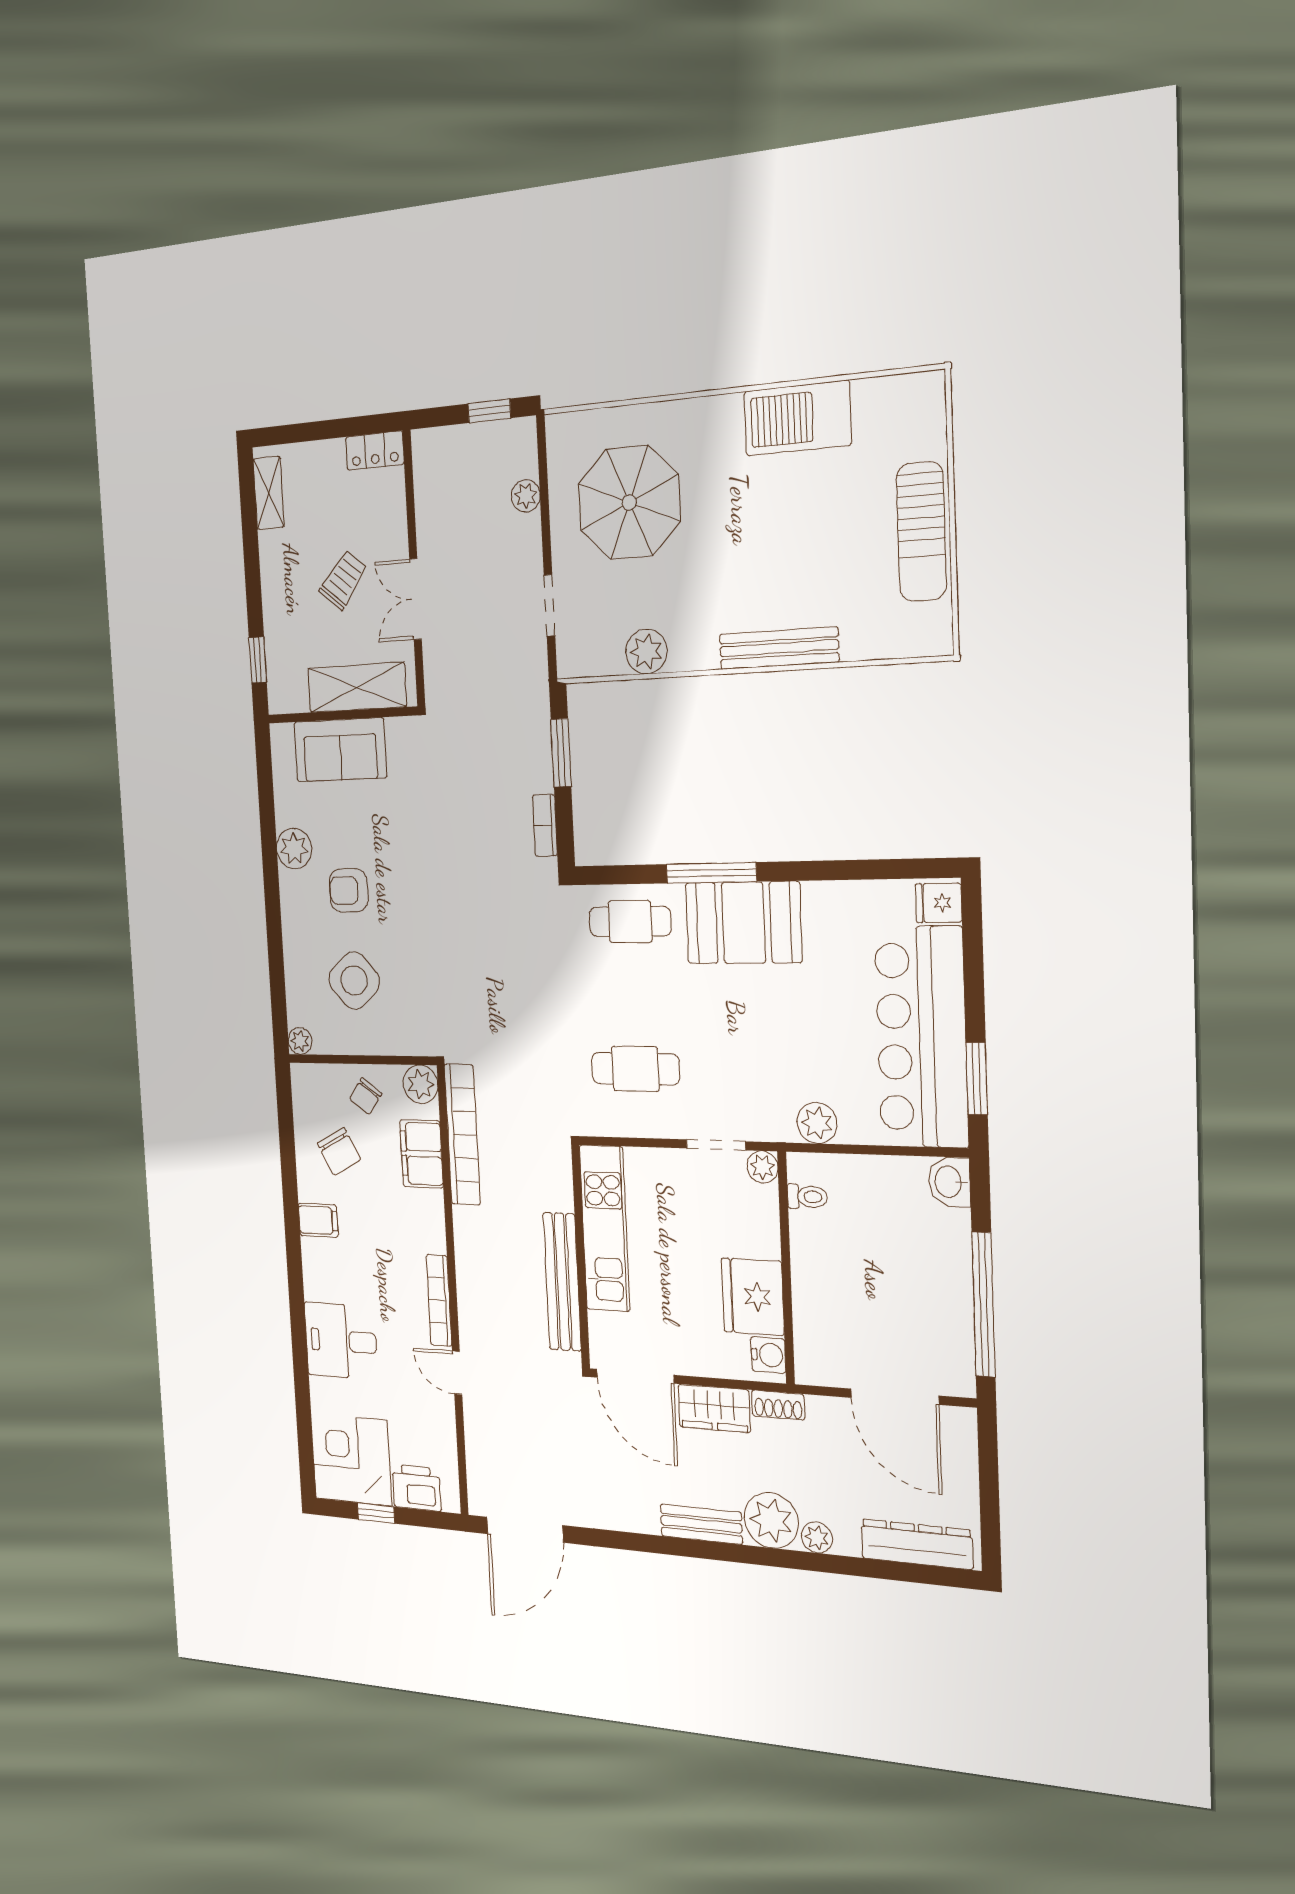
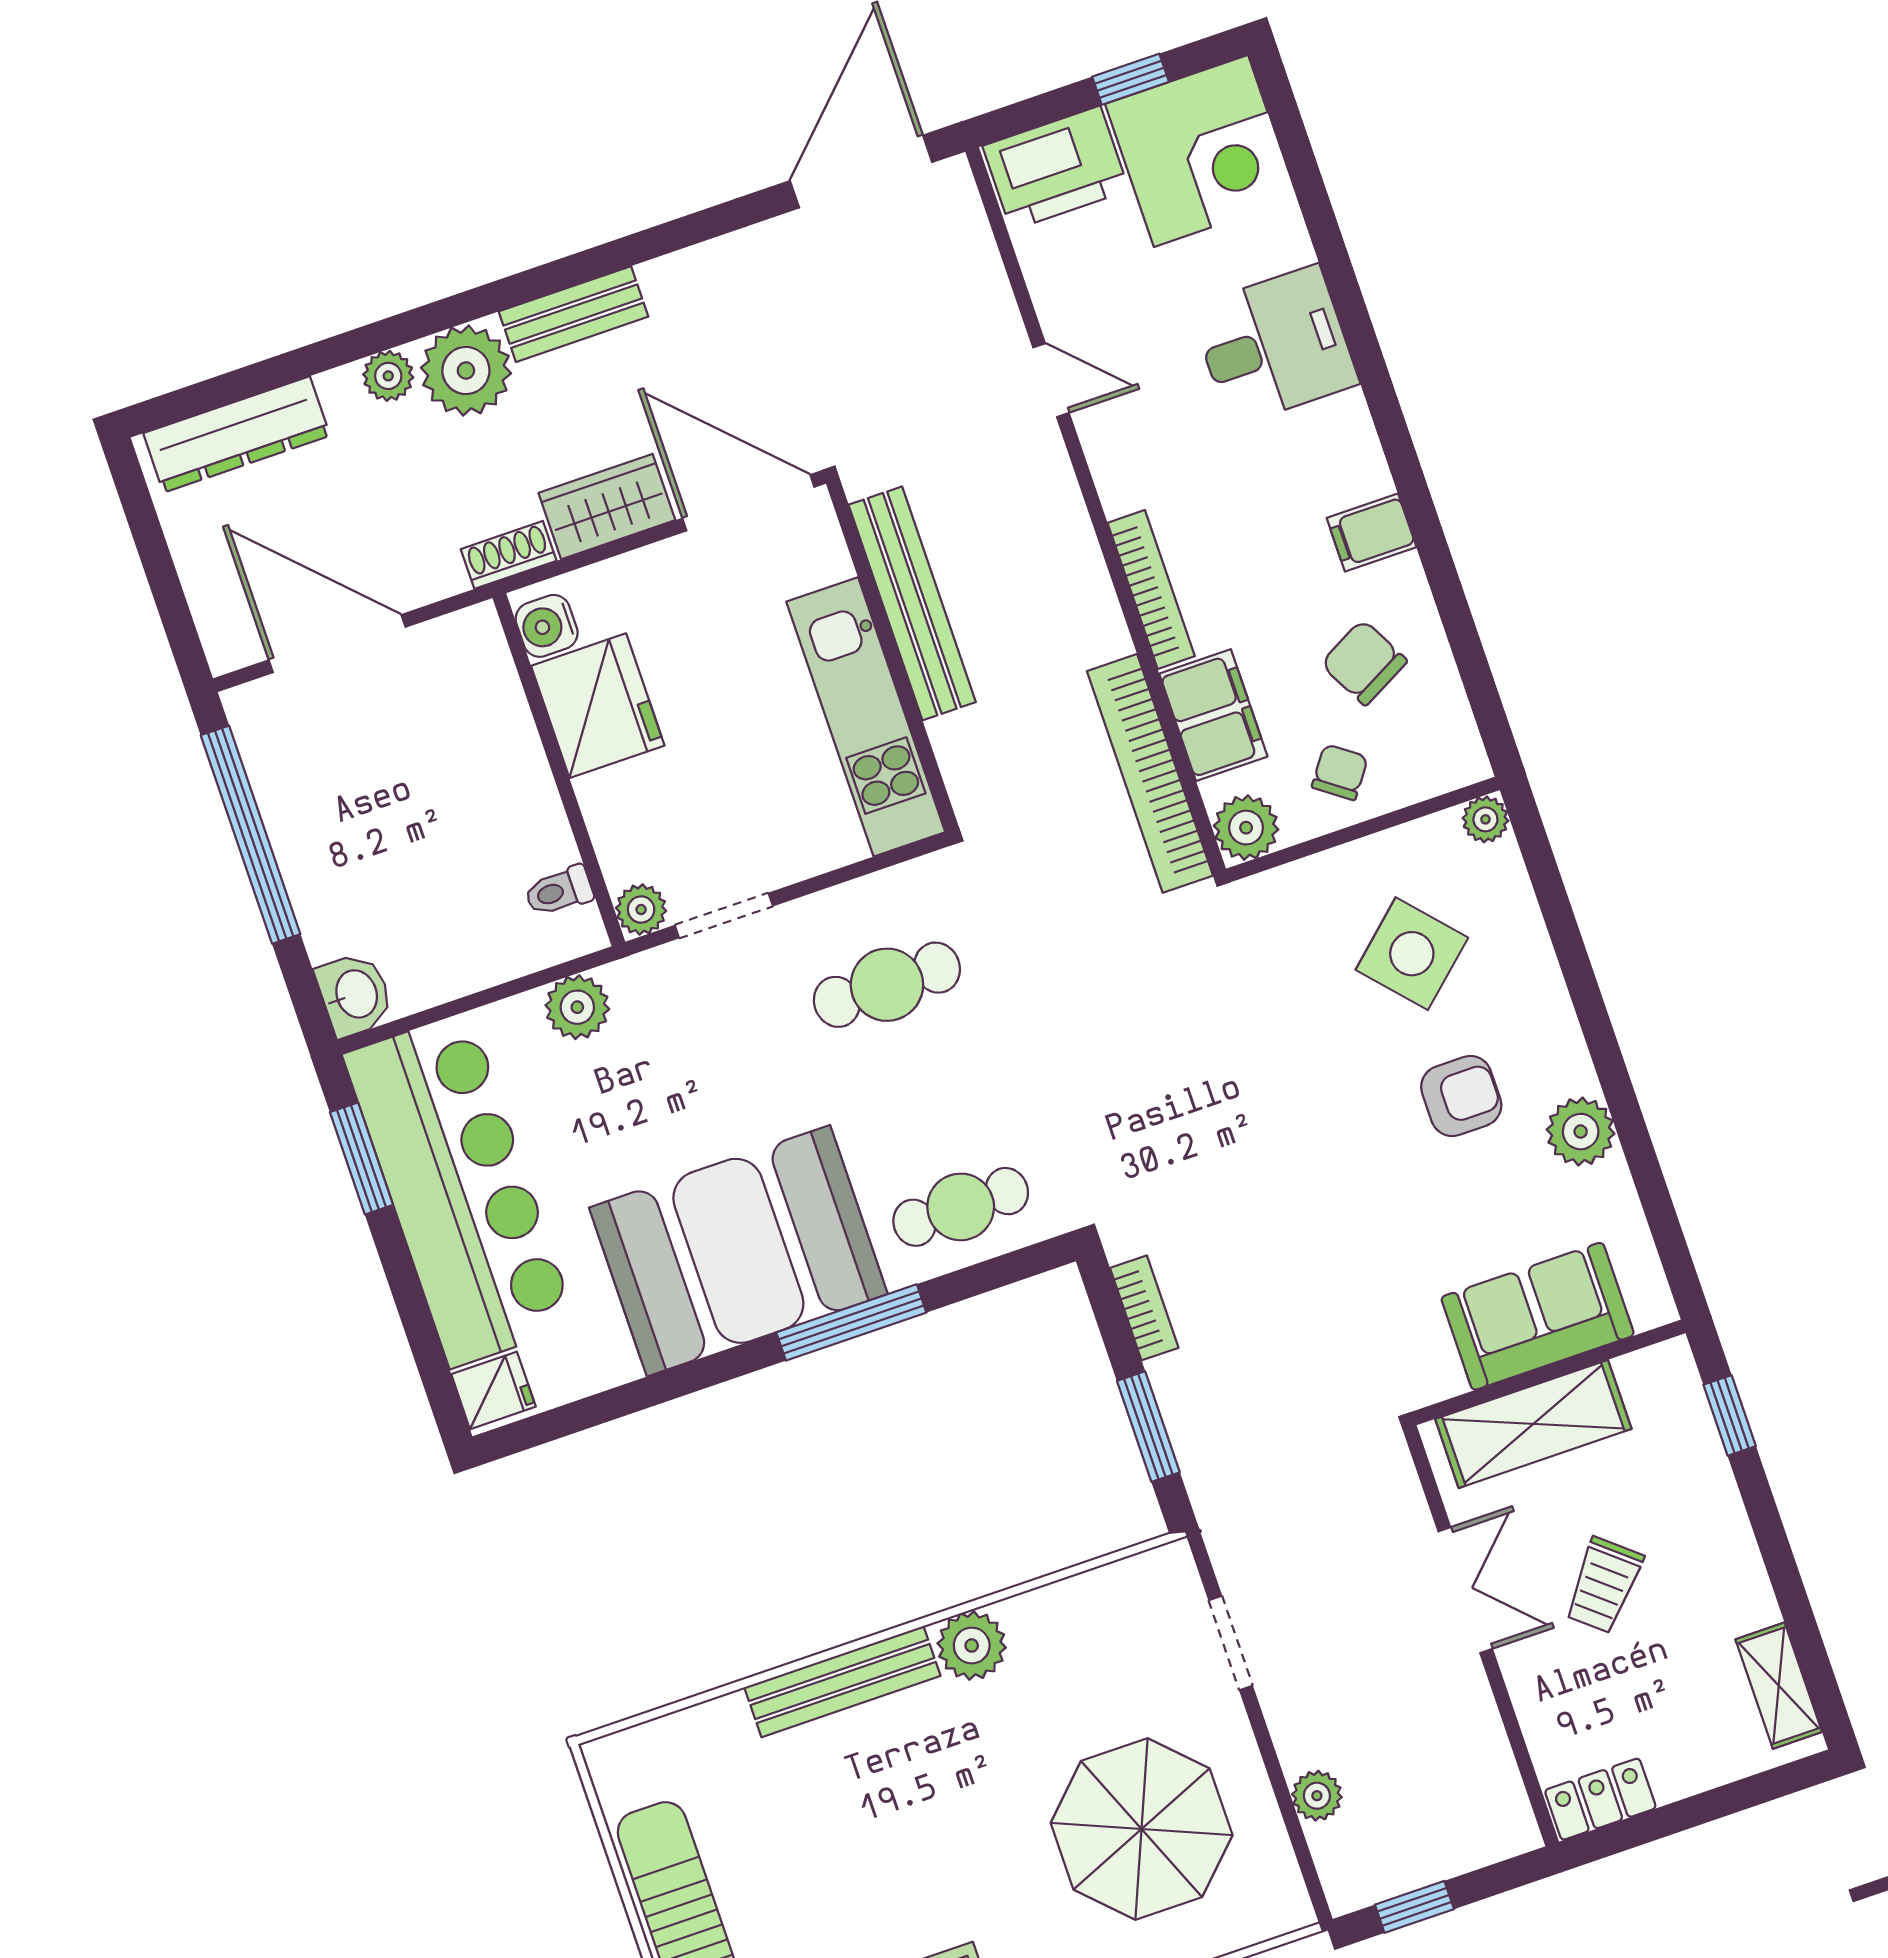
plant: (646, 651) -> (972, 1646), moved
booth: (743, 923) -> (738, 1251), width x1.36, depth x1.42
bookcase: (439, 1300) -> (1151, 590), moved
printer: (417, 1488) -> (1056, 168), width x1.37, depth x1.19

